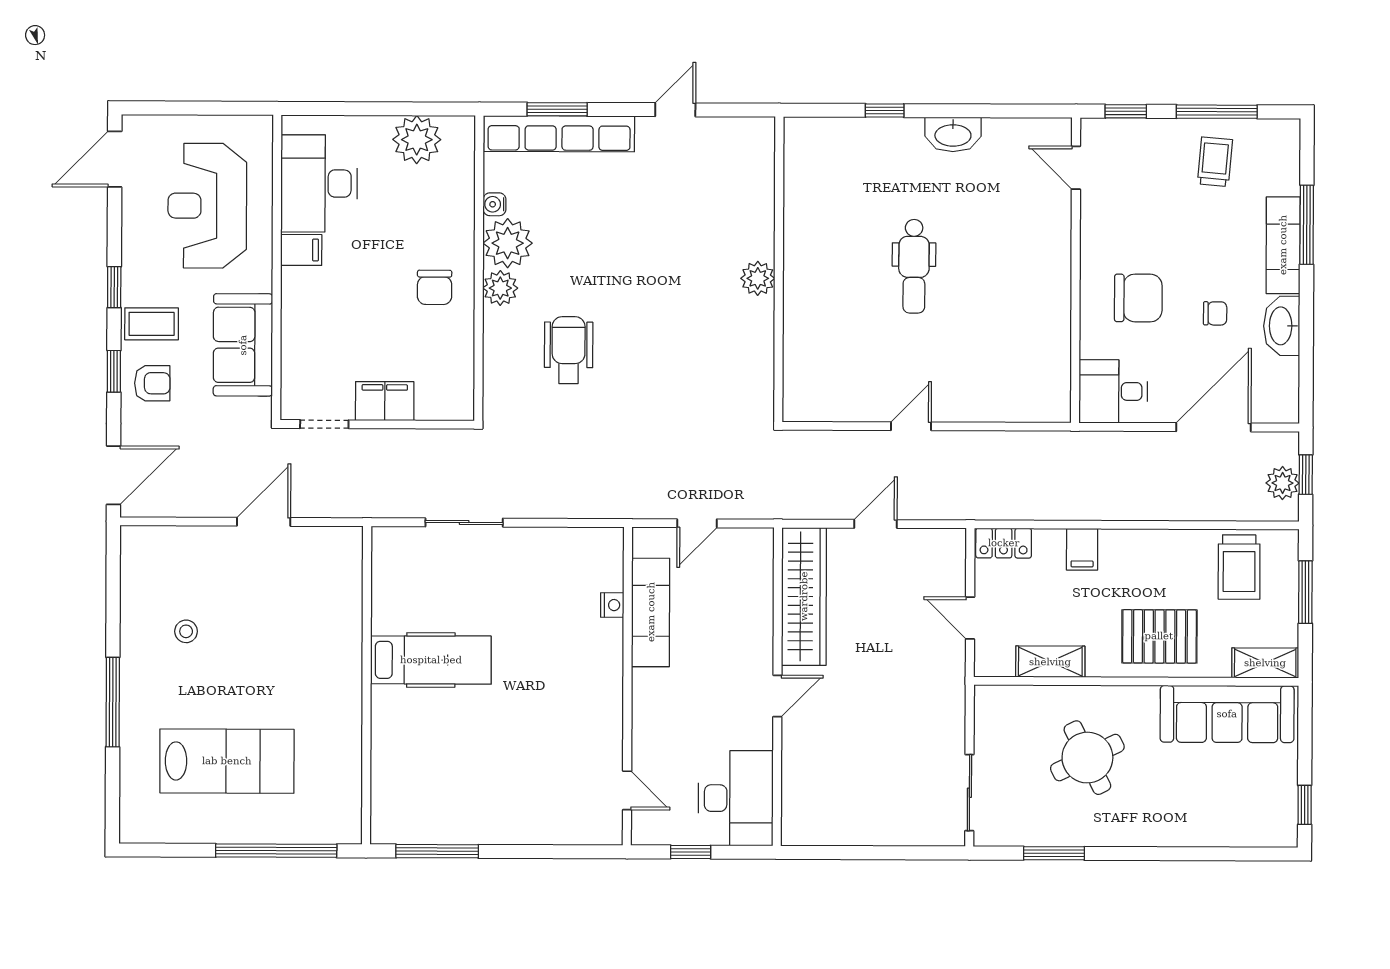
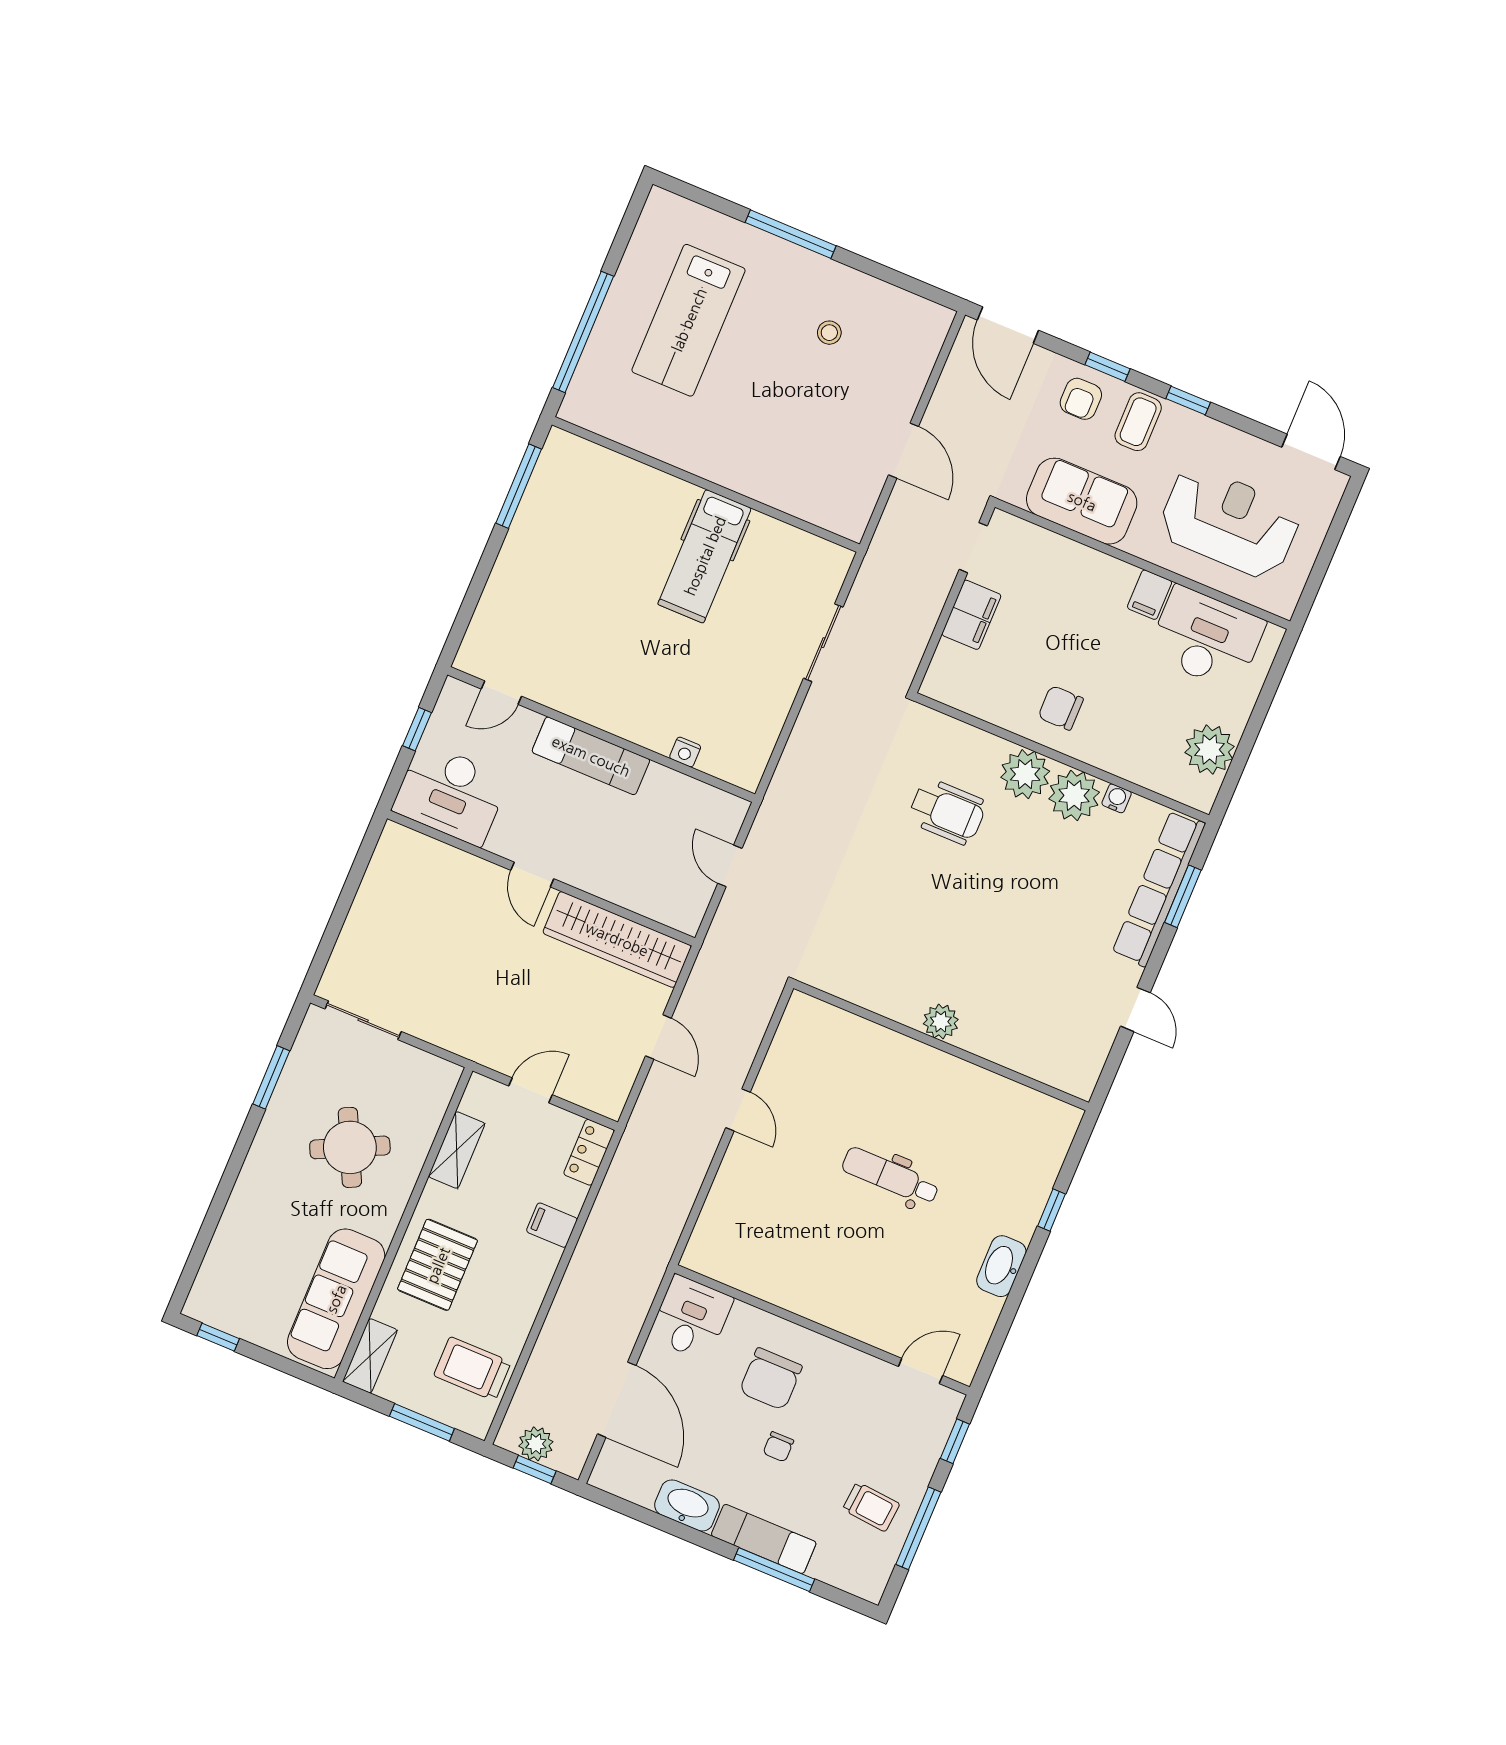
plant: (500, 288) -> (1025, 774), width x1.36, depth x1.36
chair: (1215, 313) -> (778, 1447), moved
exam couch: (651, 612) -> (591, 756), moved

